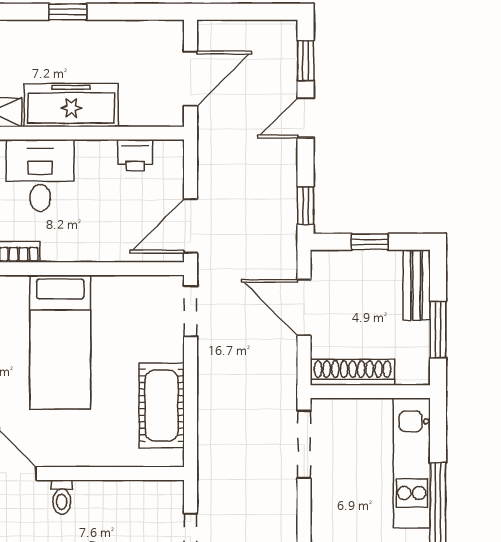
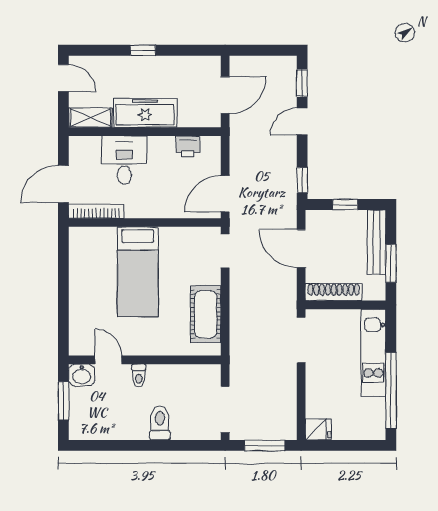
bench: (417, 285) -> (377, 242), width x1.36

